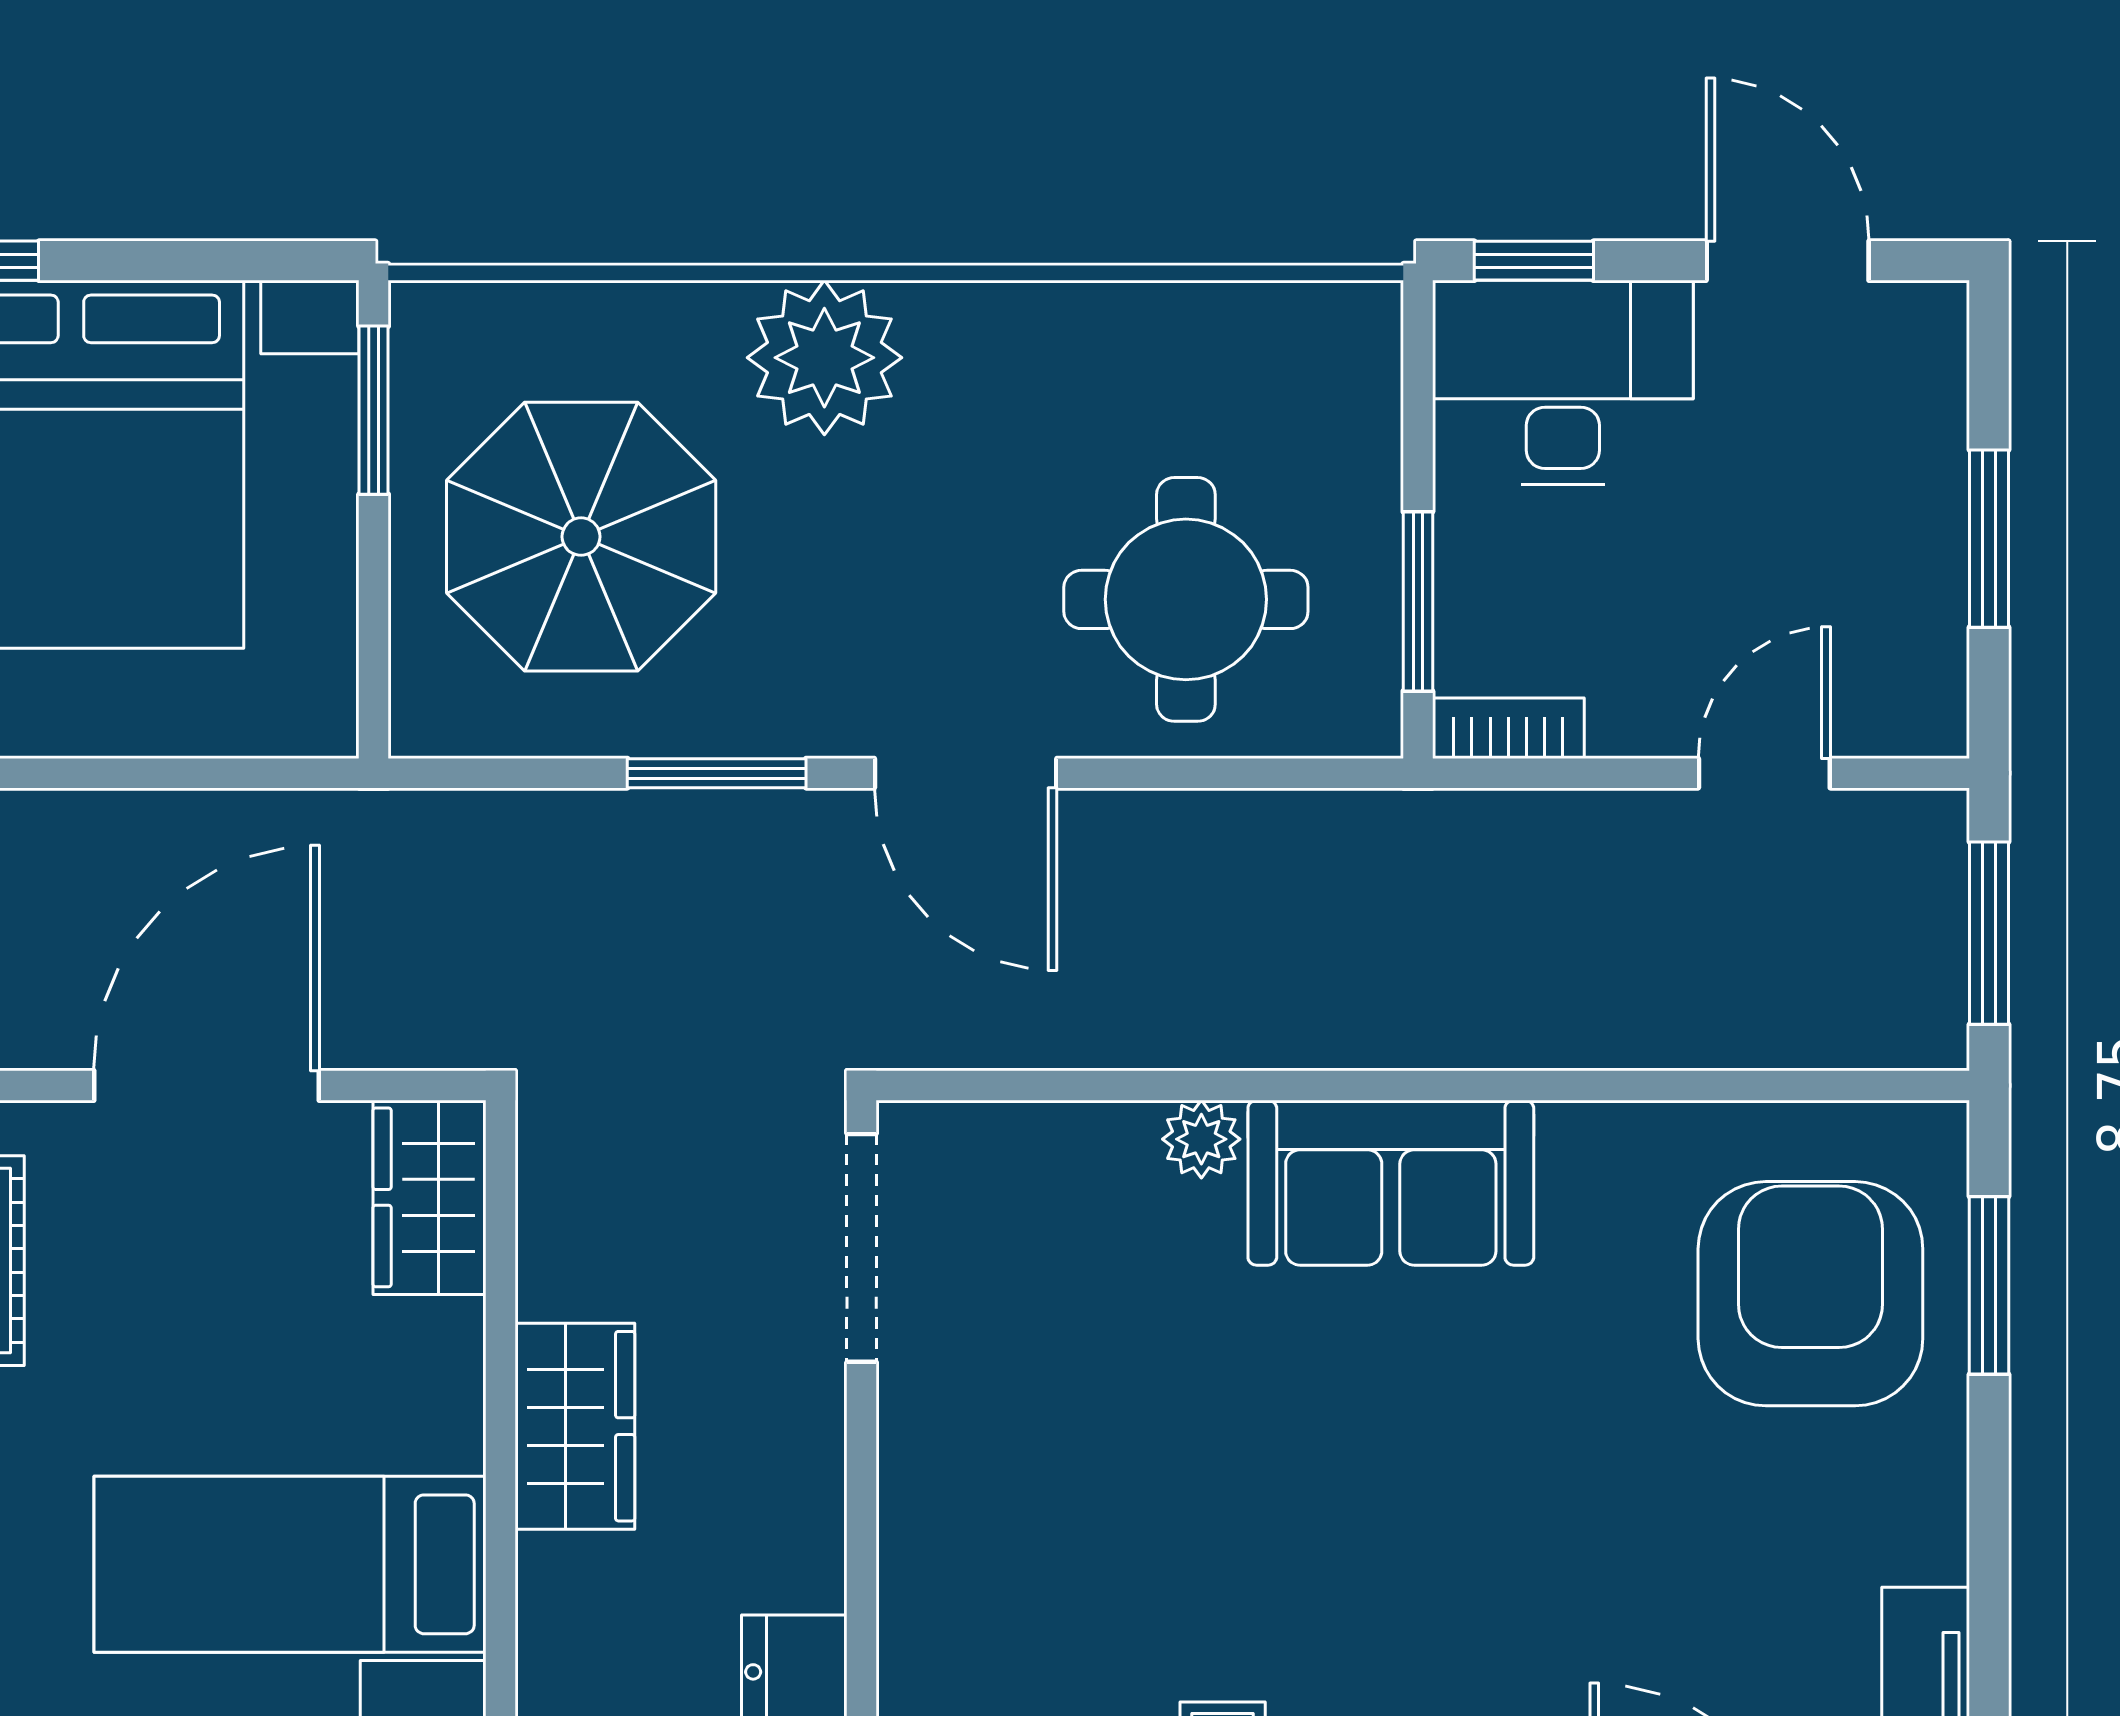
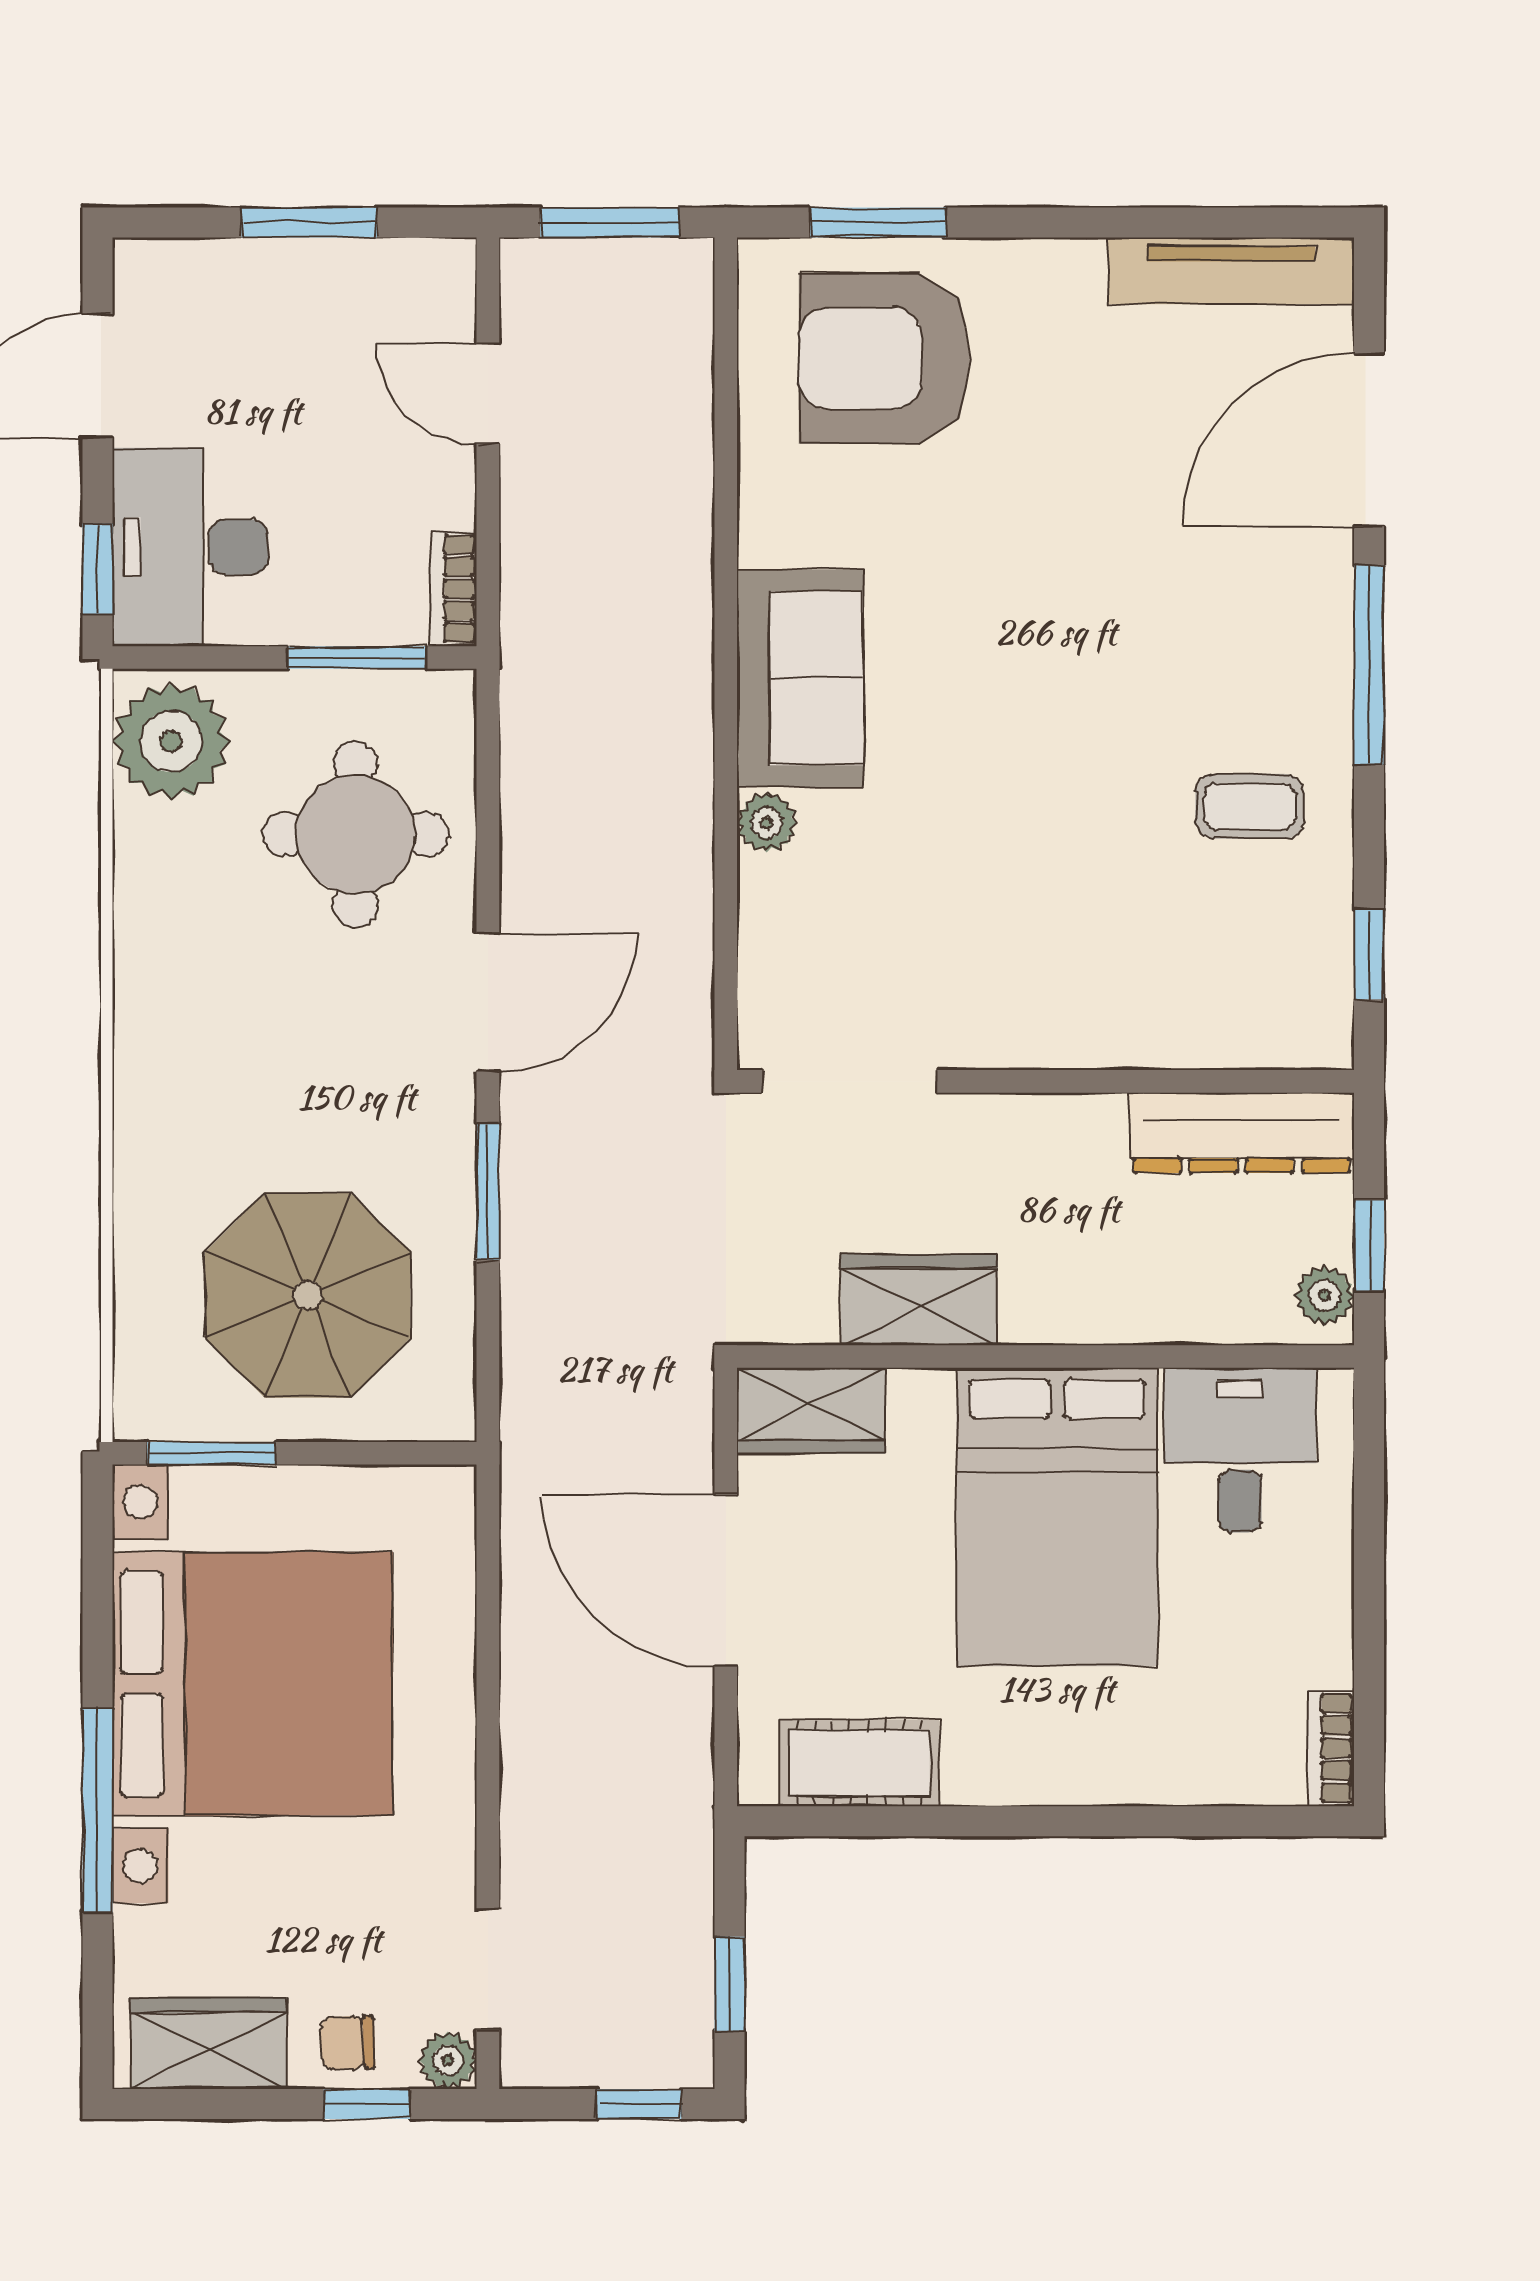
plant: (824, 358) -> (171, 741), moved
wardrobe: (575, 1426) -> (919, 1300), moved
bed: (290, 1564) -> (1057, 1517), width x1.50

